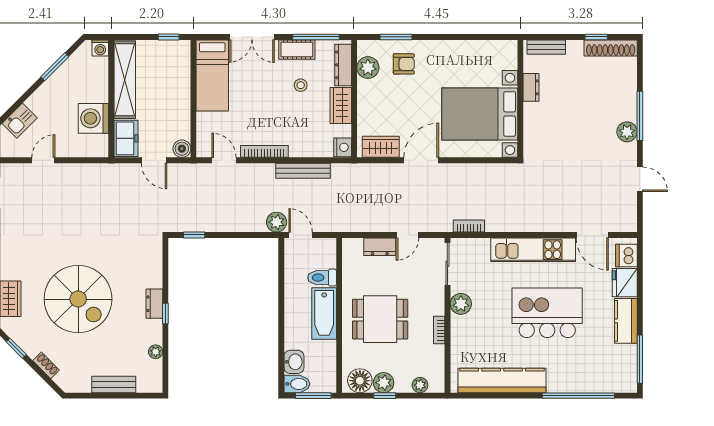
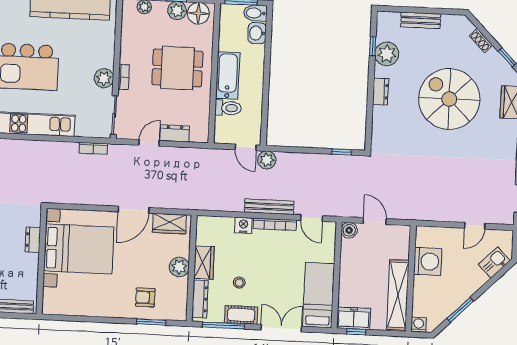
plant: (368, 68) -> (179, 267), moved
dresser: (531, 87) -> (33, 240), moved
freezer: (126, 138) -> (354, 318), moved, turned 90
nightstand: (343, 147) -> (243, 225), moved, turned 90
bench: (303, 171) -> (269, 207), moved
window: (165, 313) -> (373, 46), moved
bookcase: (439, 330) -> (124, 77), moved
plant: (156, 352) -> (387, 54), width x1.87, depth x1.87

